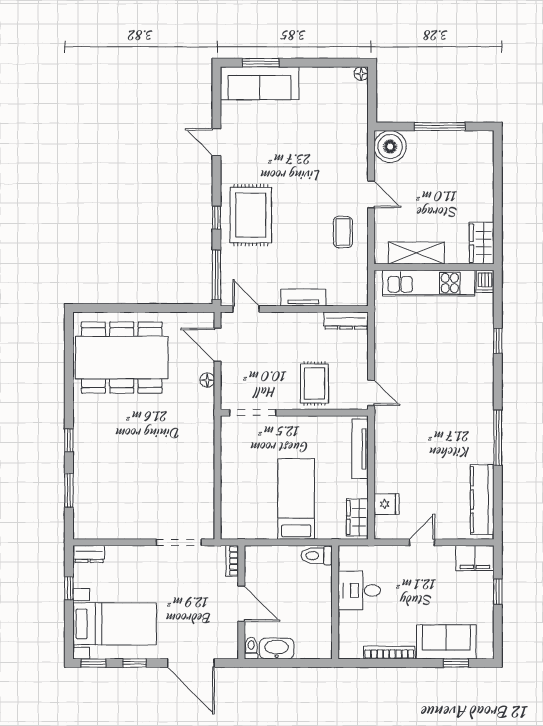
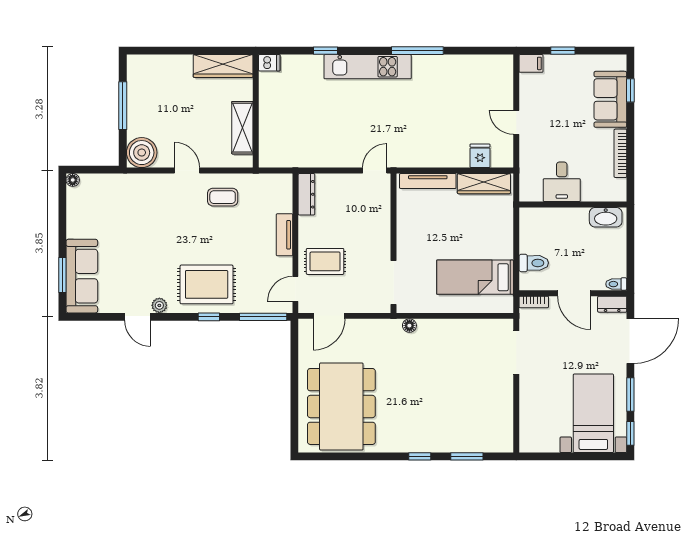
door: (217, 142) -> (137, 317), hinge flipped
plant: (229, 165) -> (159, 305), added
door: (371, 194) -> (187, 171), hinge flipped
wardrobe: (482, 243) -> (223, 66), width x1.50
kitchen unit: (429, 283) -> (368, 67), moved, turned 90
floor lamp: (207, 380) -> (409, 326), moved
rug: (314, 383) -> (325, 261), moved
bed: (296, 499) -> (475, 277), moved
kitchen counter: (482, 500) -> (476, 65), removed
wardrobe: (357, 517) -> (484, 184), width x1.50
dresser: (89, 554) -> (612, 304), moved, turned 90
toilet: (317, 556) -> (534, 263), moved, turned -90
filing cabinet: (475, 558) -> (531, 63), width x0.50
window: (69, 588) -> (560, 456), removed
door: (241, 604) -> (574, 293), swing flipped
washbasin: (277, 649) -> (606, 217), moved, turned -90
window: (134, 663) -> (630, 394), width x1.50

